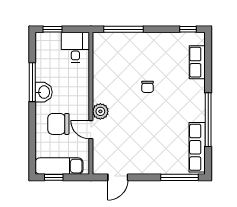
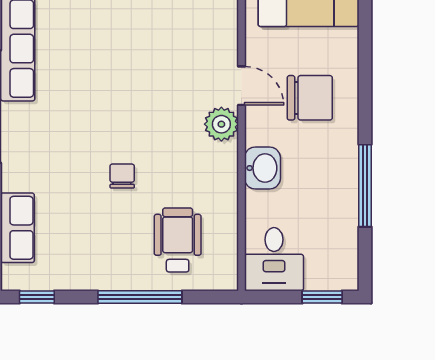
window: (124, 29) -> (140, 297), moved
wheelchair: (121, 56) -> (178, 240), added
washbasin: (44, 92) -> (262, 168), moved, turned 180

